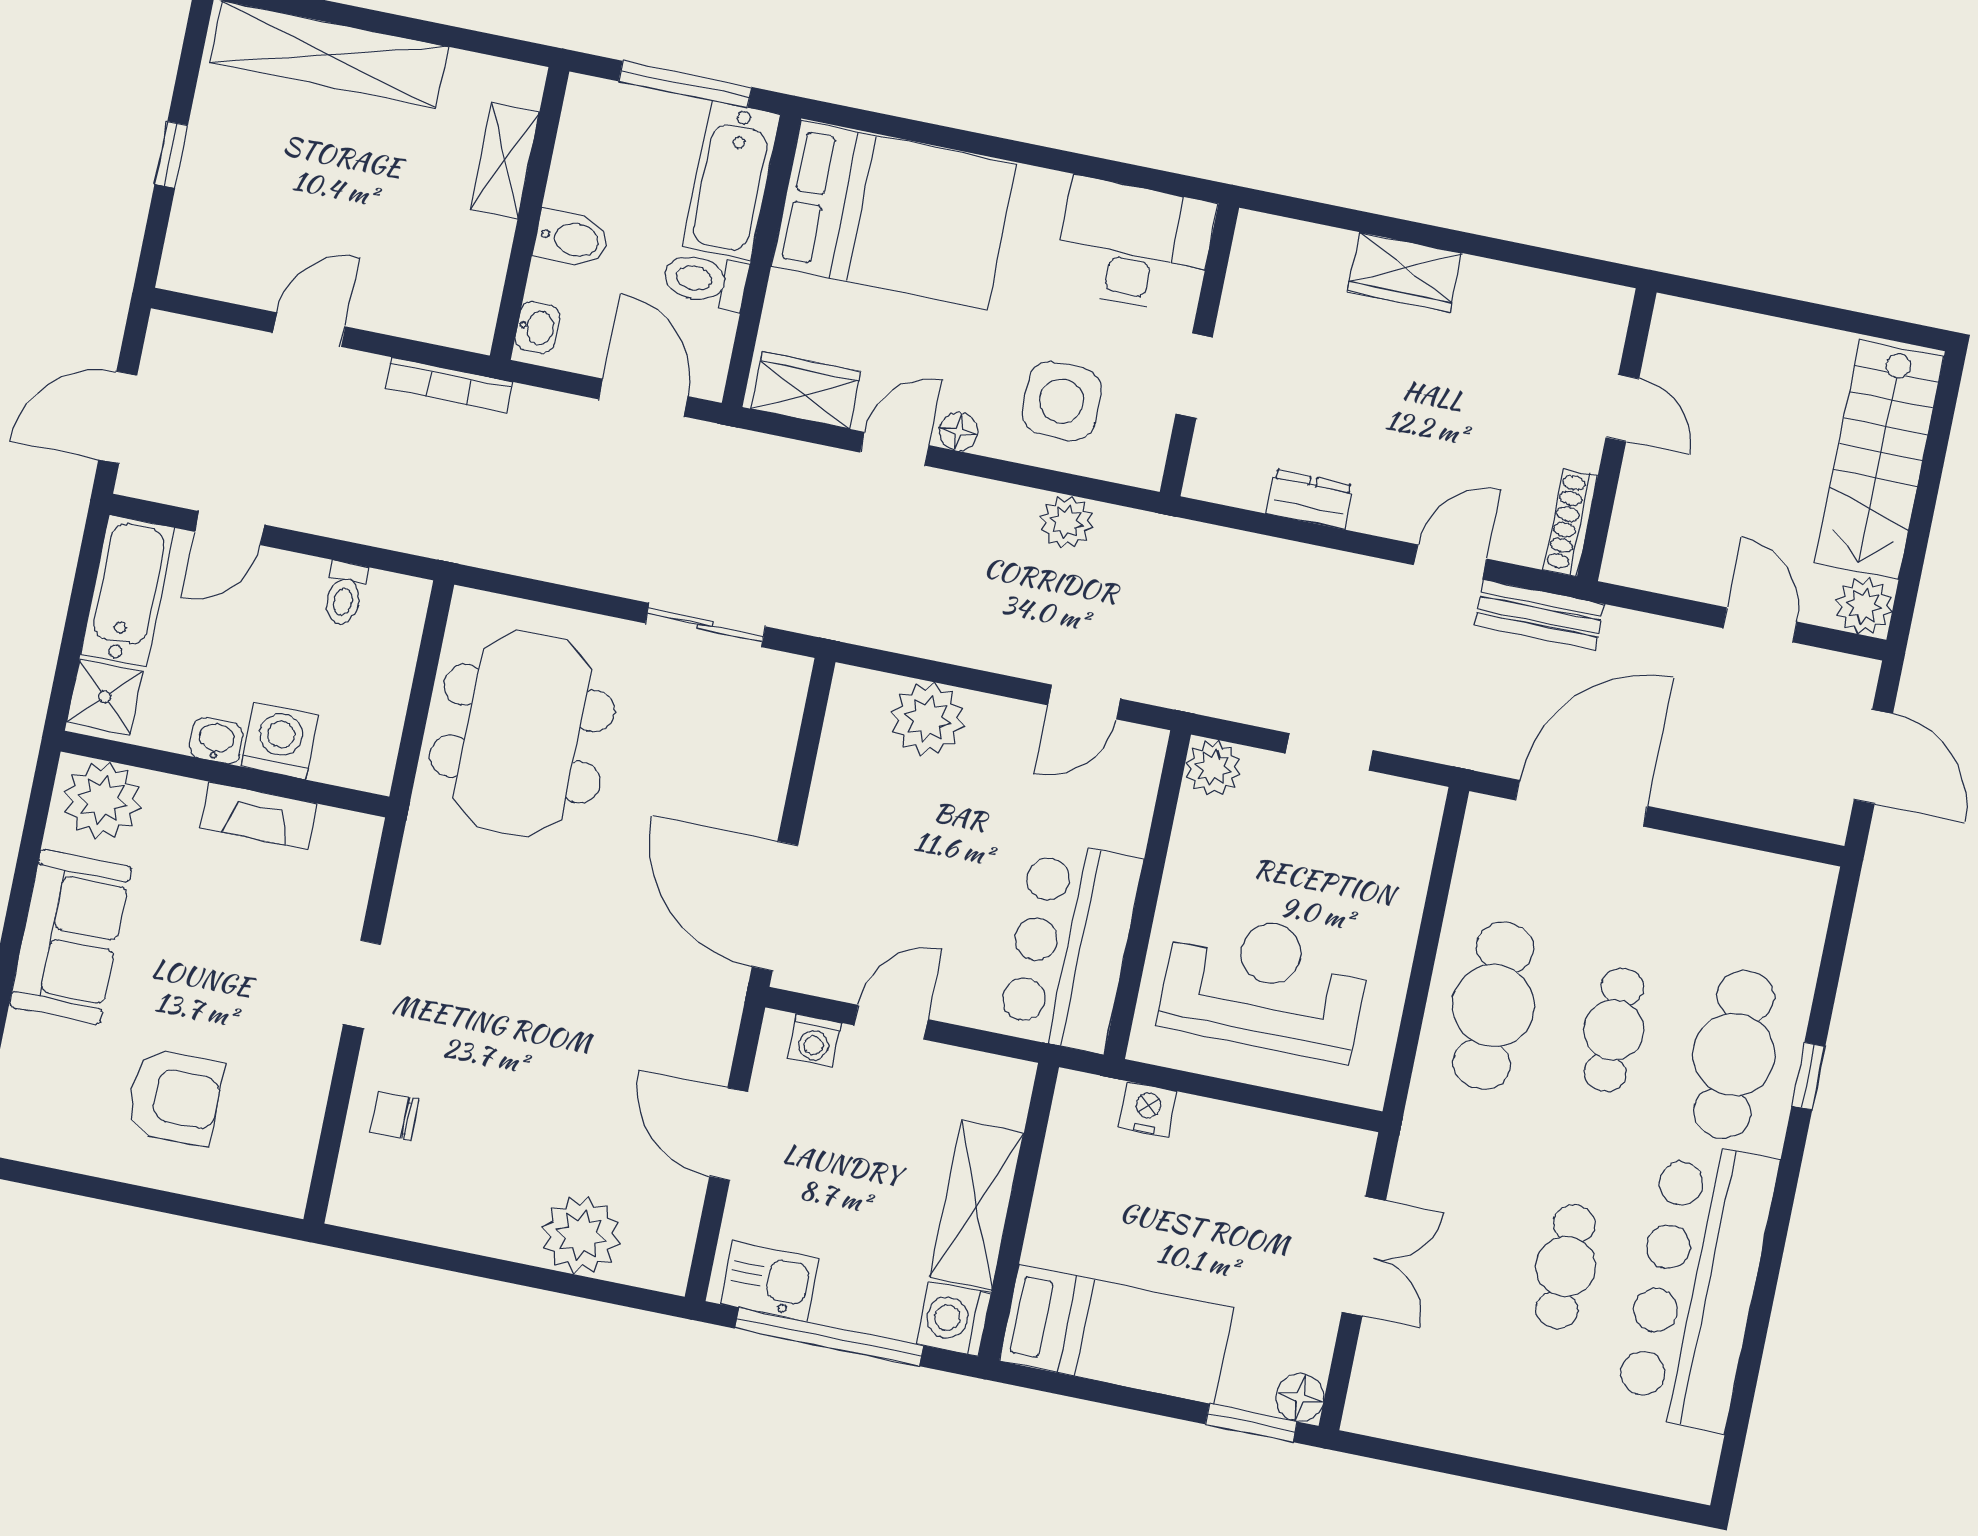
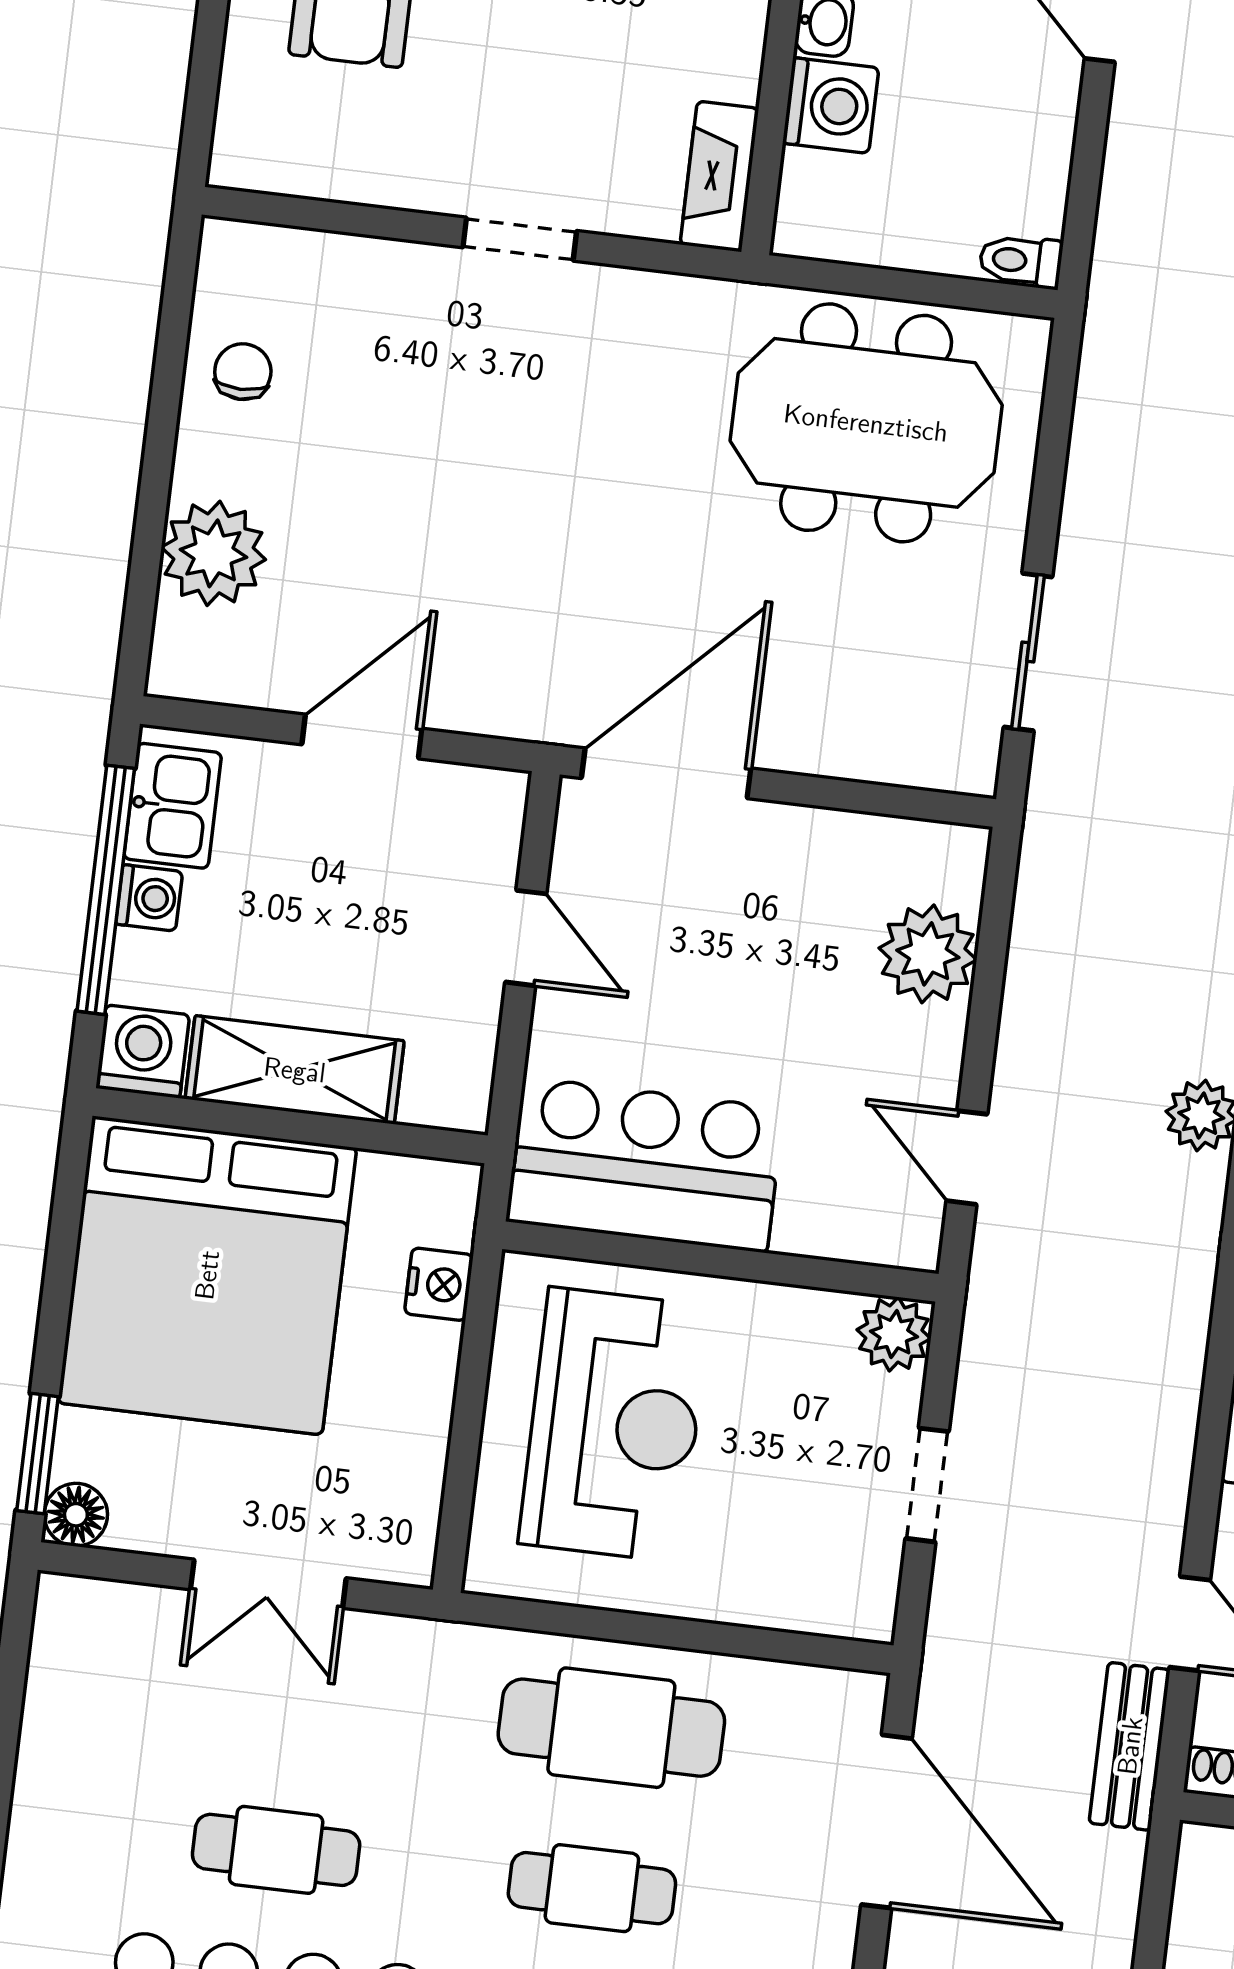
toilet: (344, 593) -> (1021, 261), moved
fireplace: (258, 816) -> (719, 176), moved
washing machine: (815, 1041) -> (149, 898), moved, turned 180
chair: (394, 1116) -> (243, 372), moved
bed: (1117, 1334) -> (207, 1275), width x2.04

